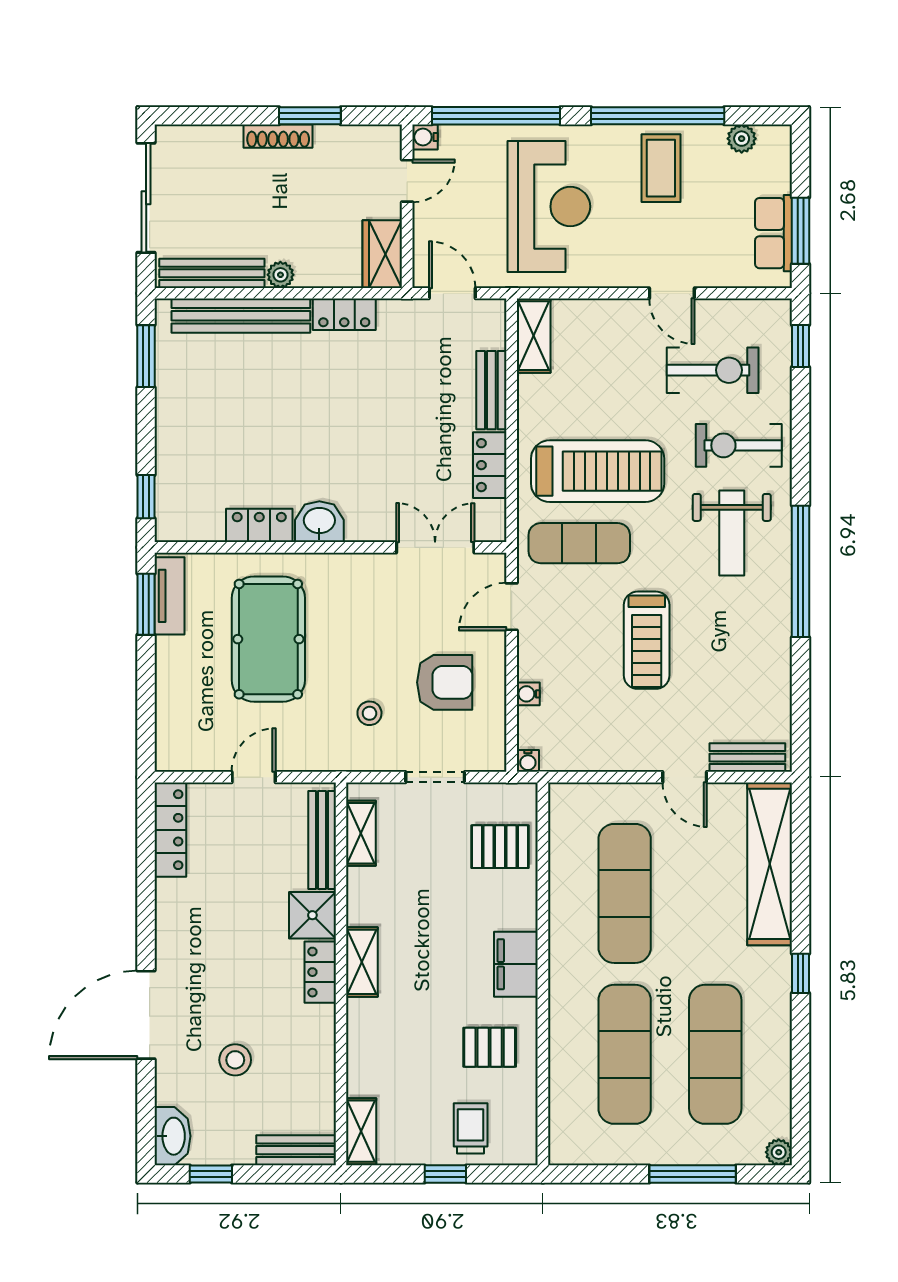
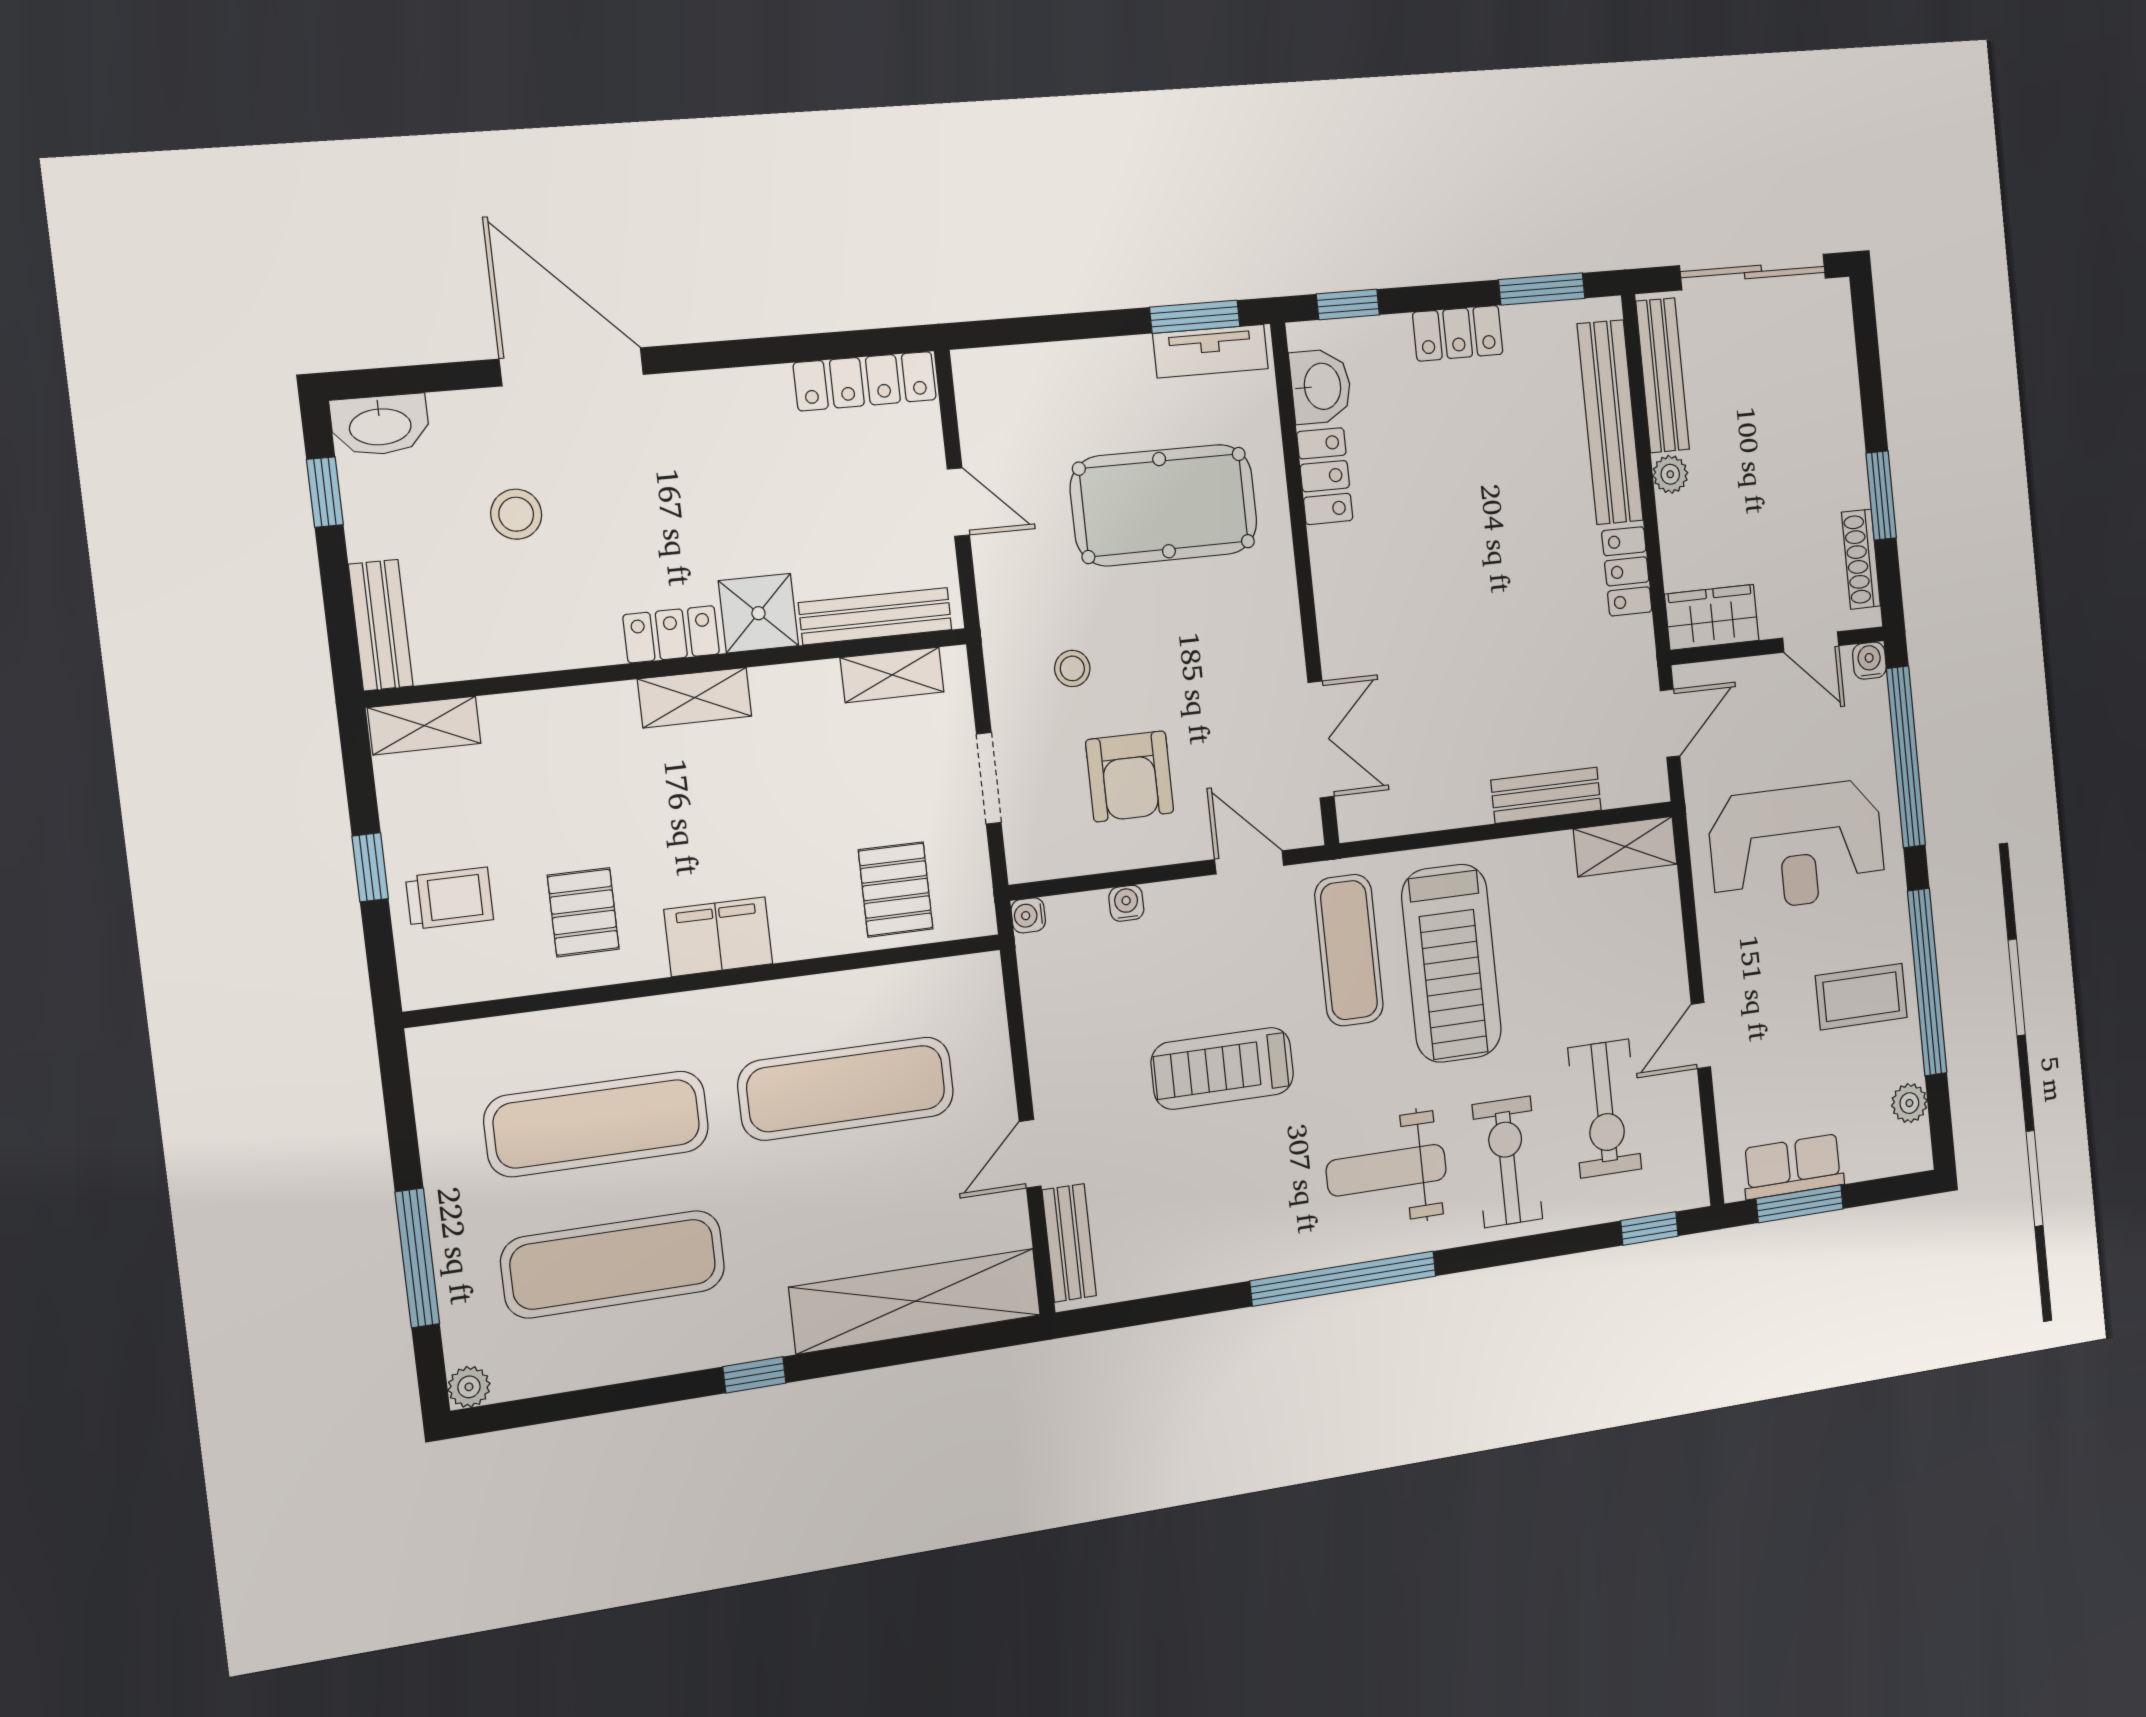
shoe rack: (278, 136) -> (1861, 559), moved
locker: (490, 465) -> (1458, 333), moved, turned 180
washbasin: (319, 522) -> (1321, 386), moved

